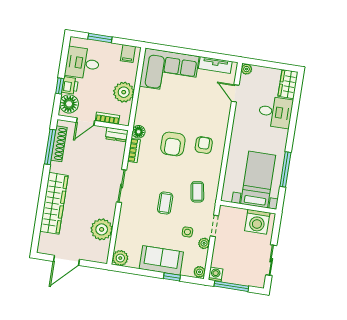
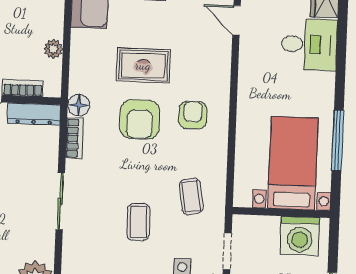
plant: (124, 92) -> (53, 49), width x0.53, depth x0.53
rug: (178, 113) -> (143, 65), added
dresser: (117, 135) -> (34, 114), width x1.44

